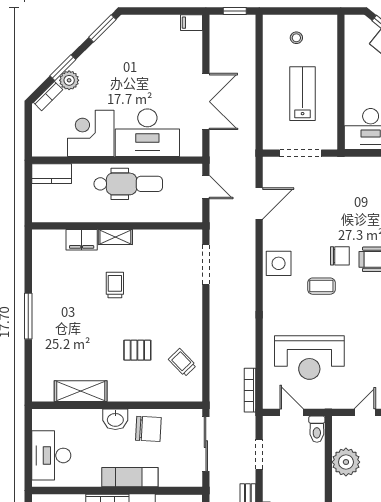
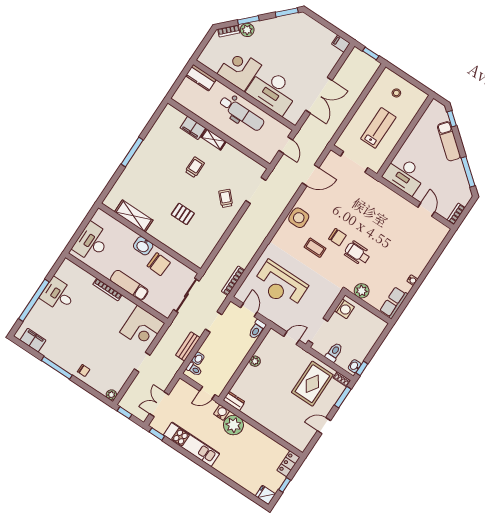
trolley: (182, 362) -> (226, 198), moved
plant: (346, 462) -> (255, 361), width x0.53, depth x0.53

